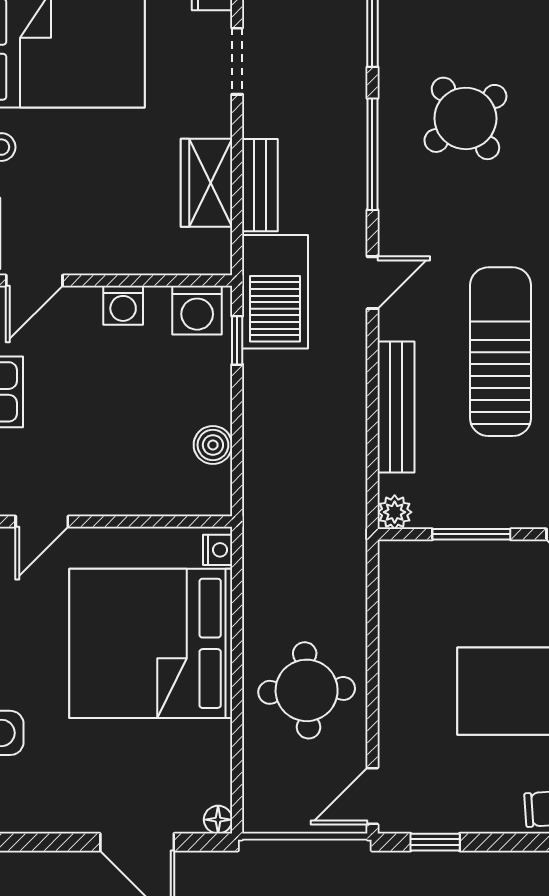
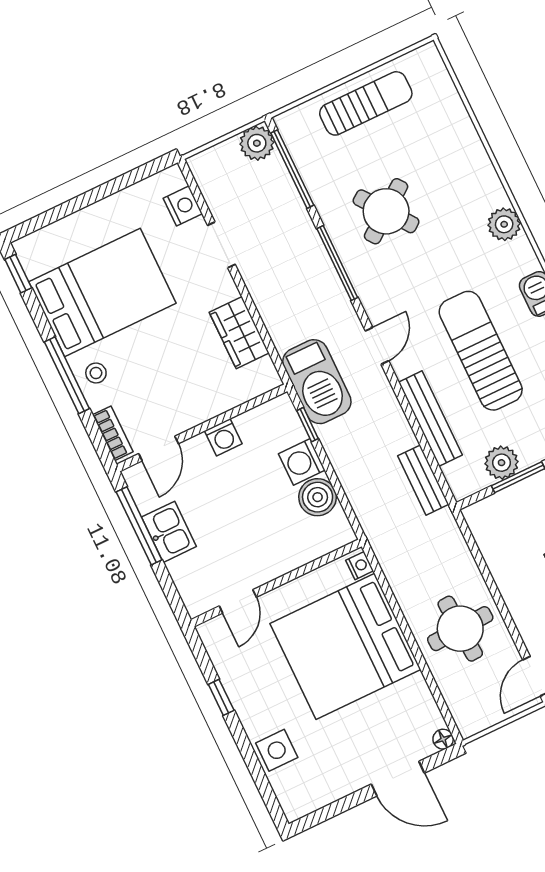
bench: (260, 185) -> (423, 480), moved
washing machine: (197, 310) -> (302, 462), moved, turned 90
boiler: (213, 445) -> (318, 497), width x1.36, depth x1.36
plant: (395, 512) -> (502, 463), moved, width x1.38, depth x1.38

